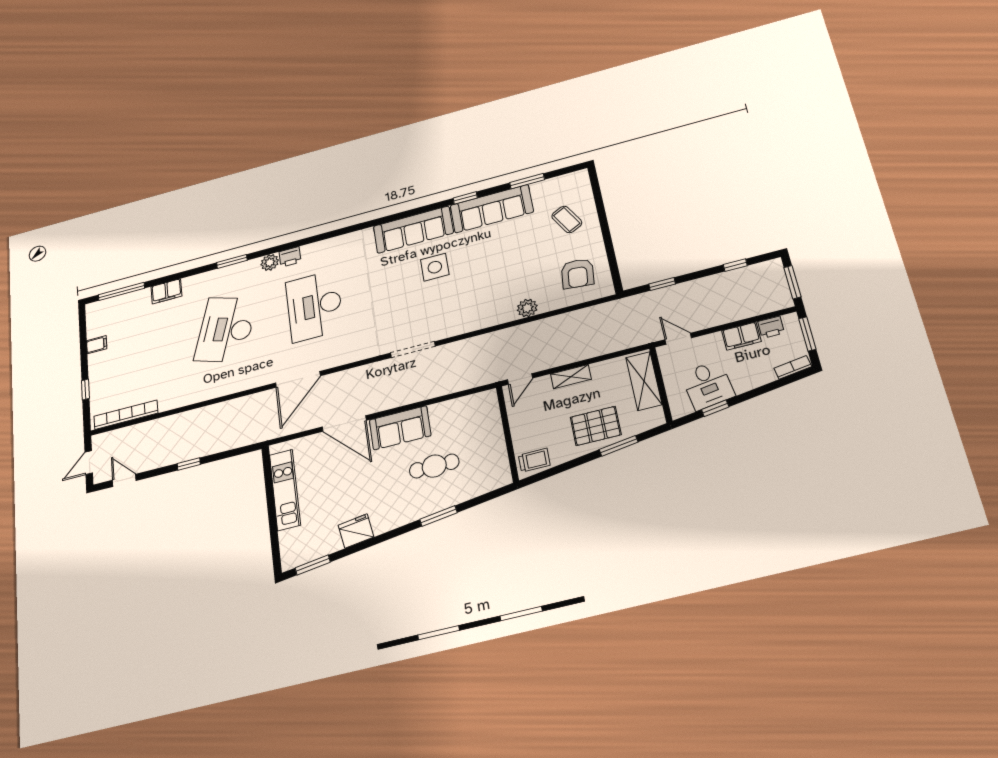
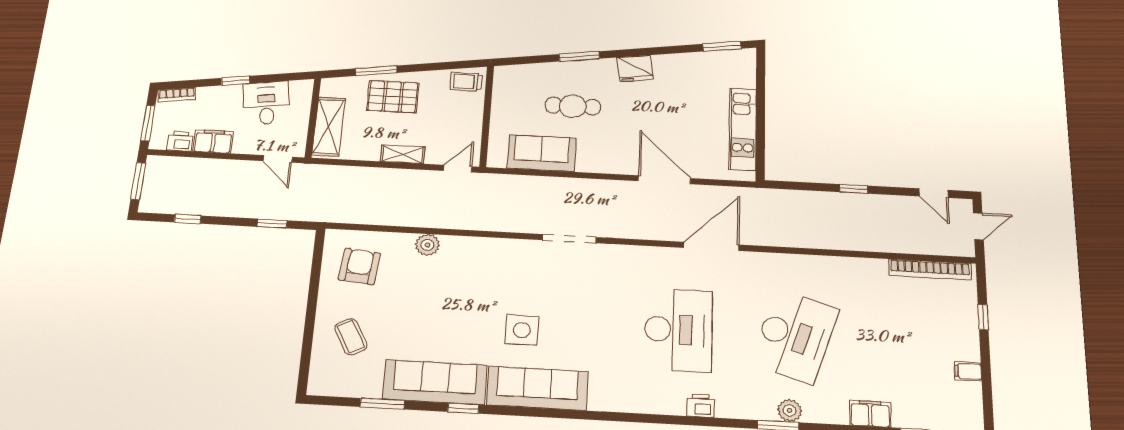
plant: (270, 262) -> (790, 410), moved
window: (715, 408) -> (236, 81), moved
sofa: (400, 428) -> (542, 153), moved
fridge: (356, 531) -> (635, 68), moved

